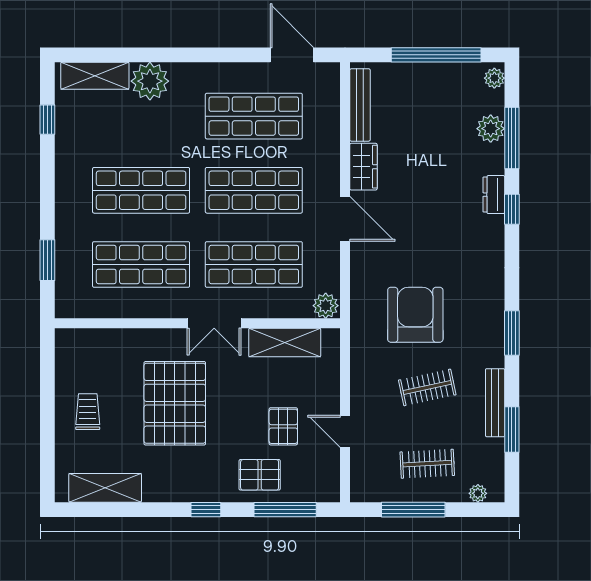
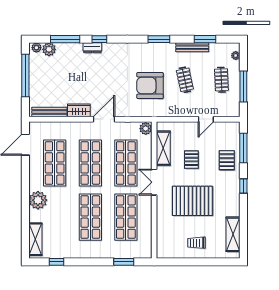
plant: (150, 81) -> (38, 200), moved
plant: (491, 129) -> (49, 49), moved
double door: (214, 323) -> (154, 182), swing flipped
pallet: (283, 426) -> (191, 160), moved, turned 90

